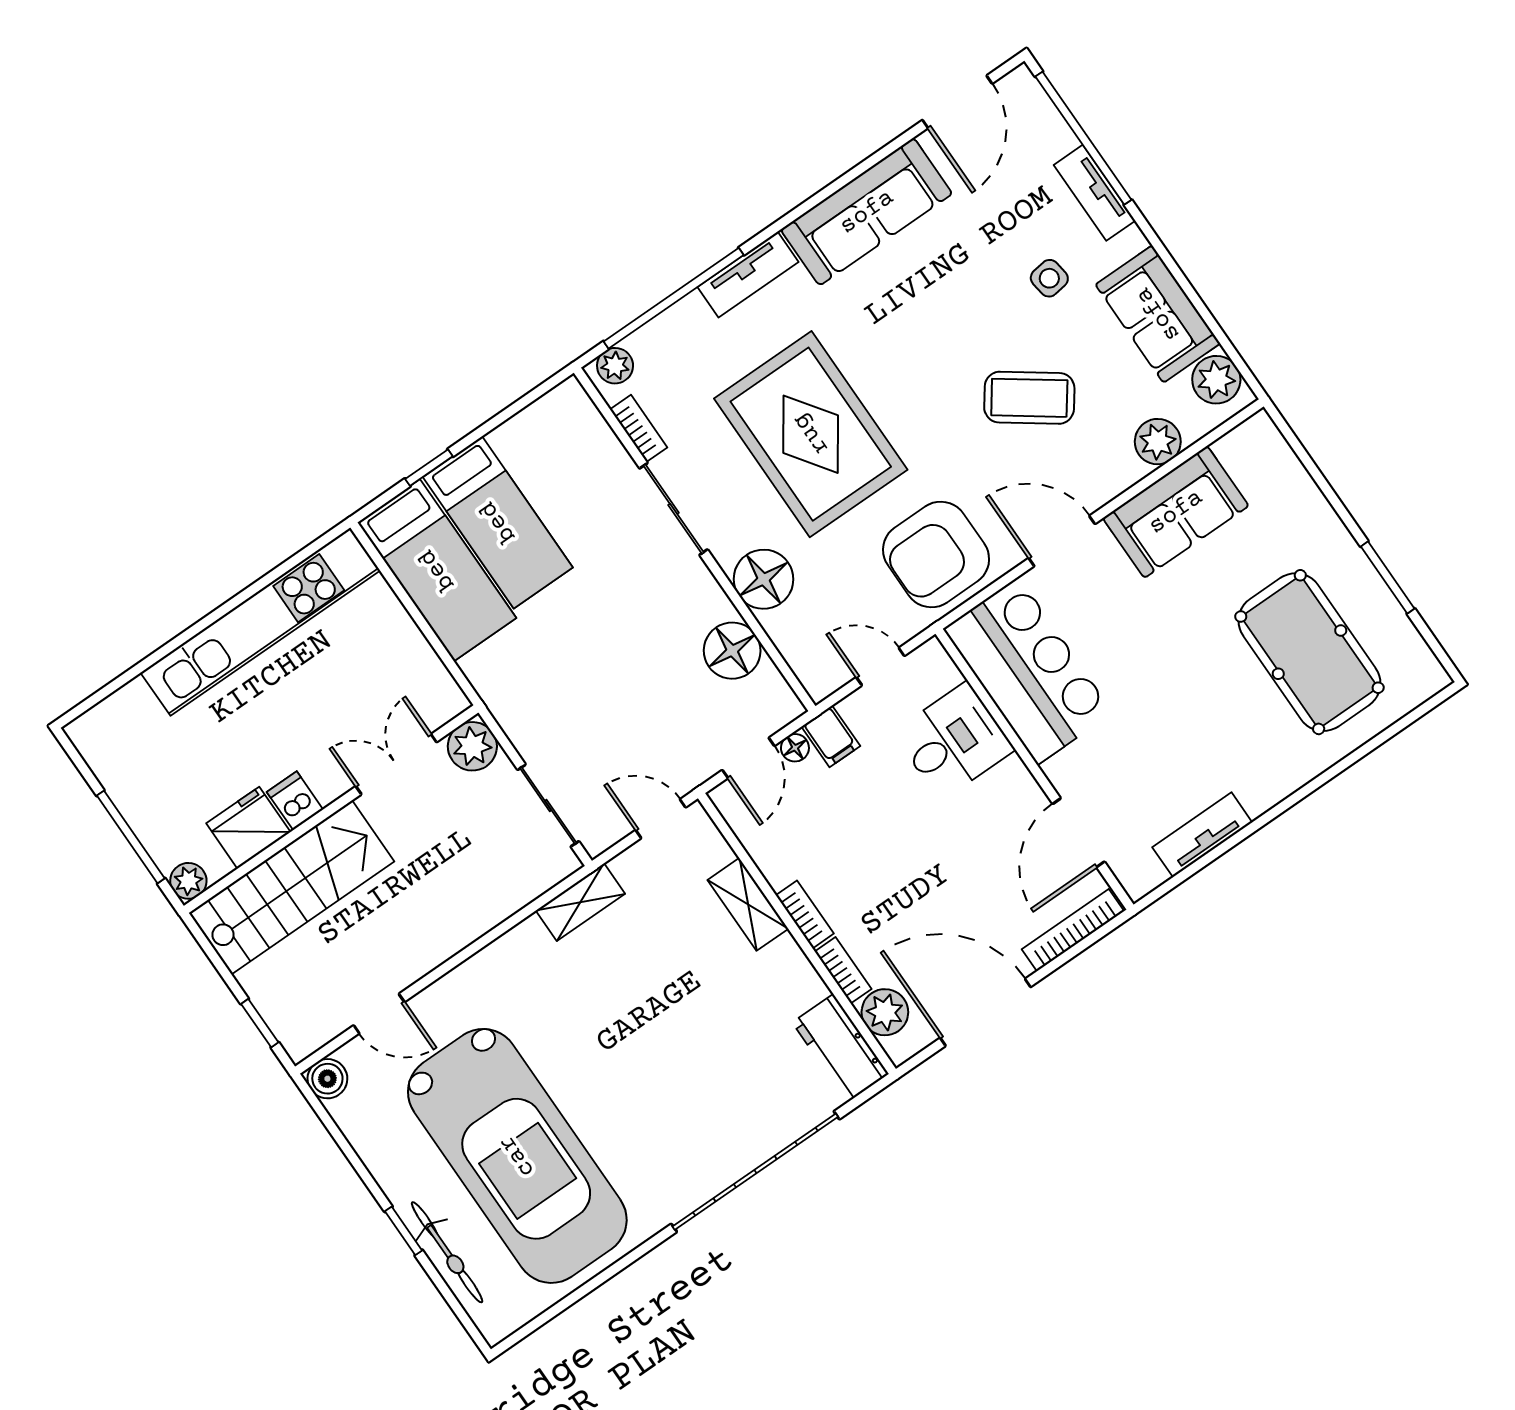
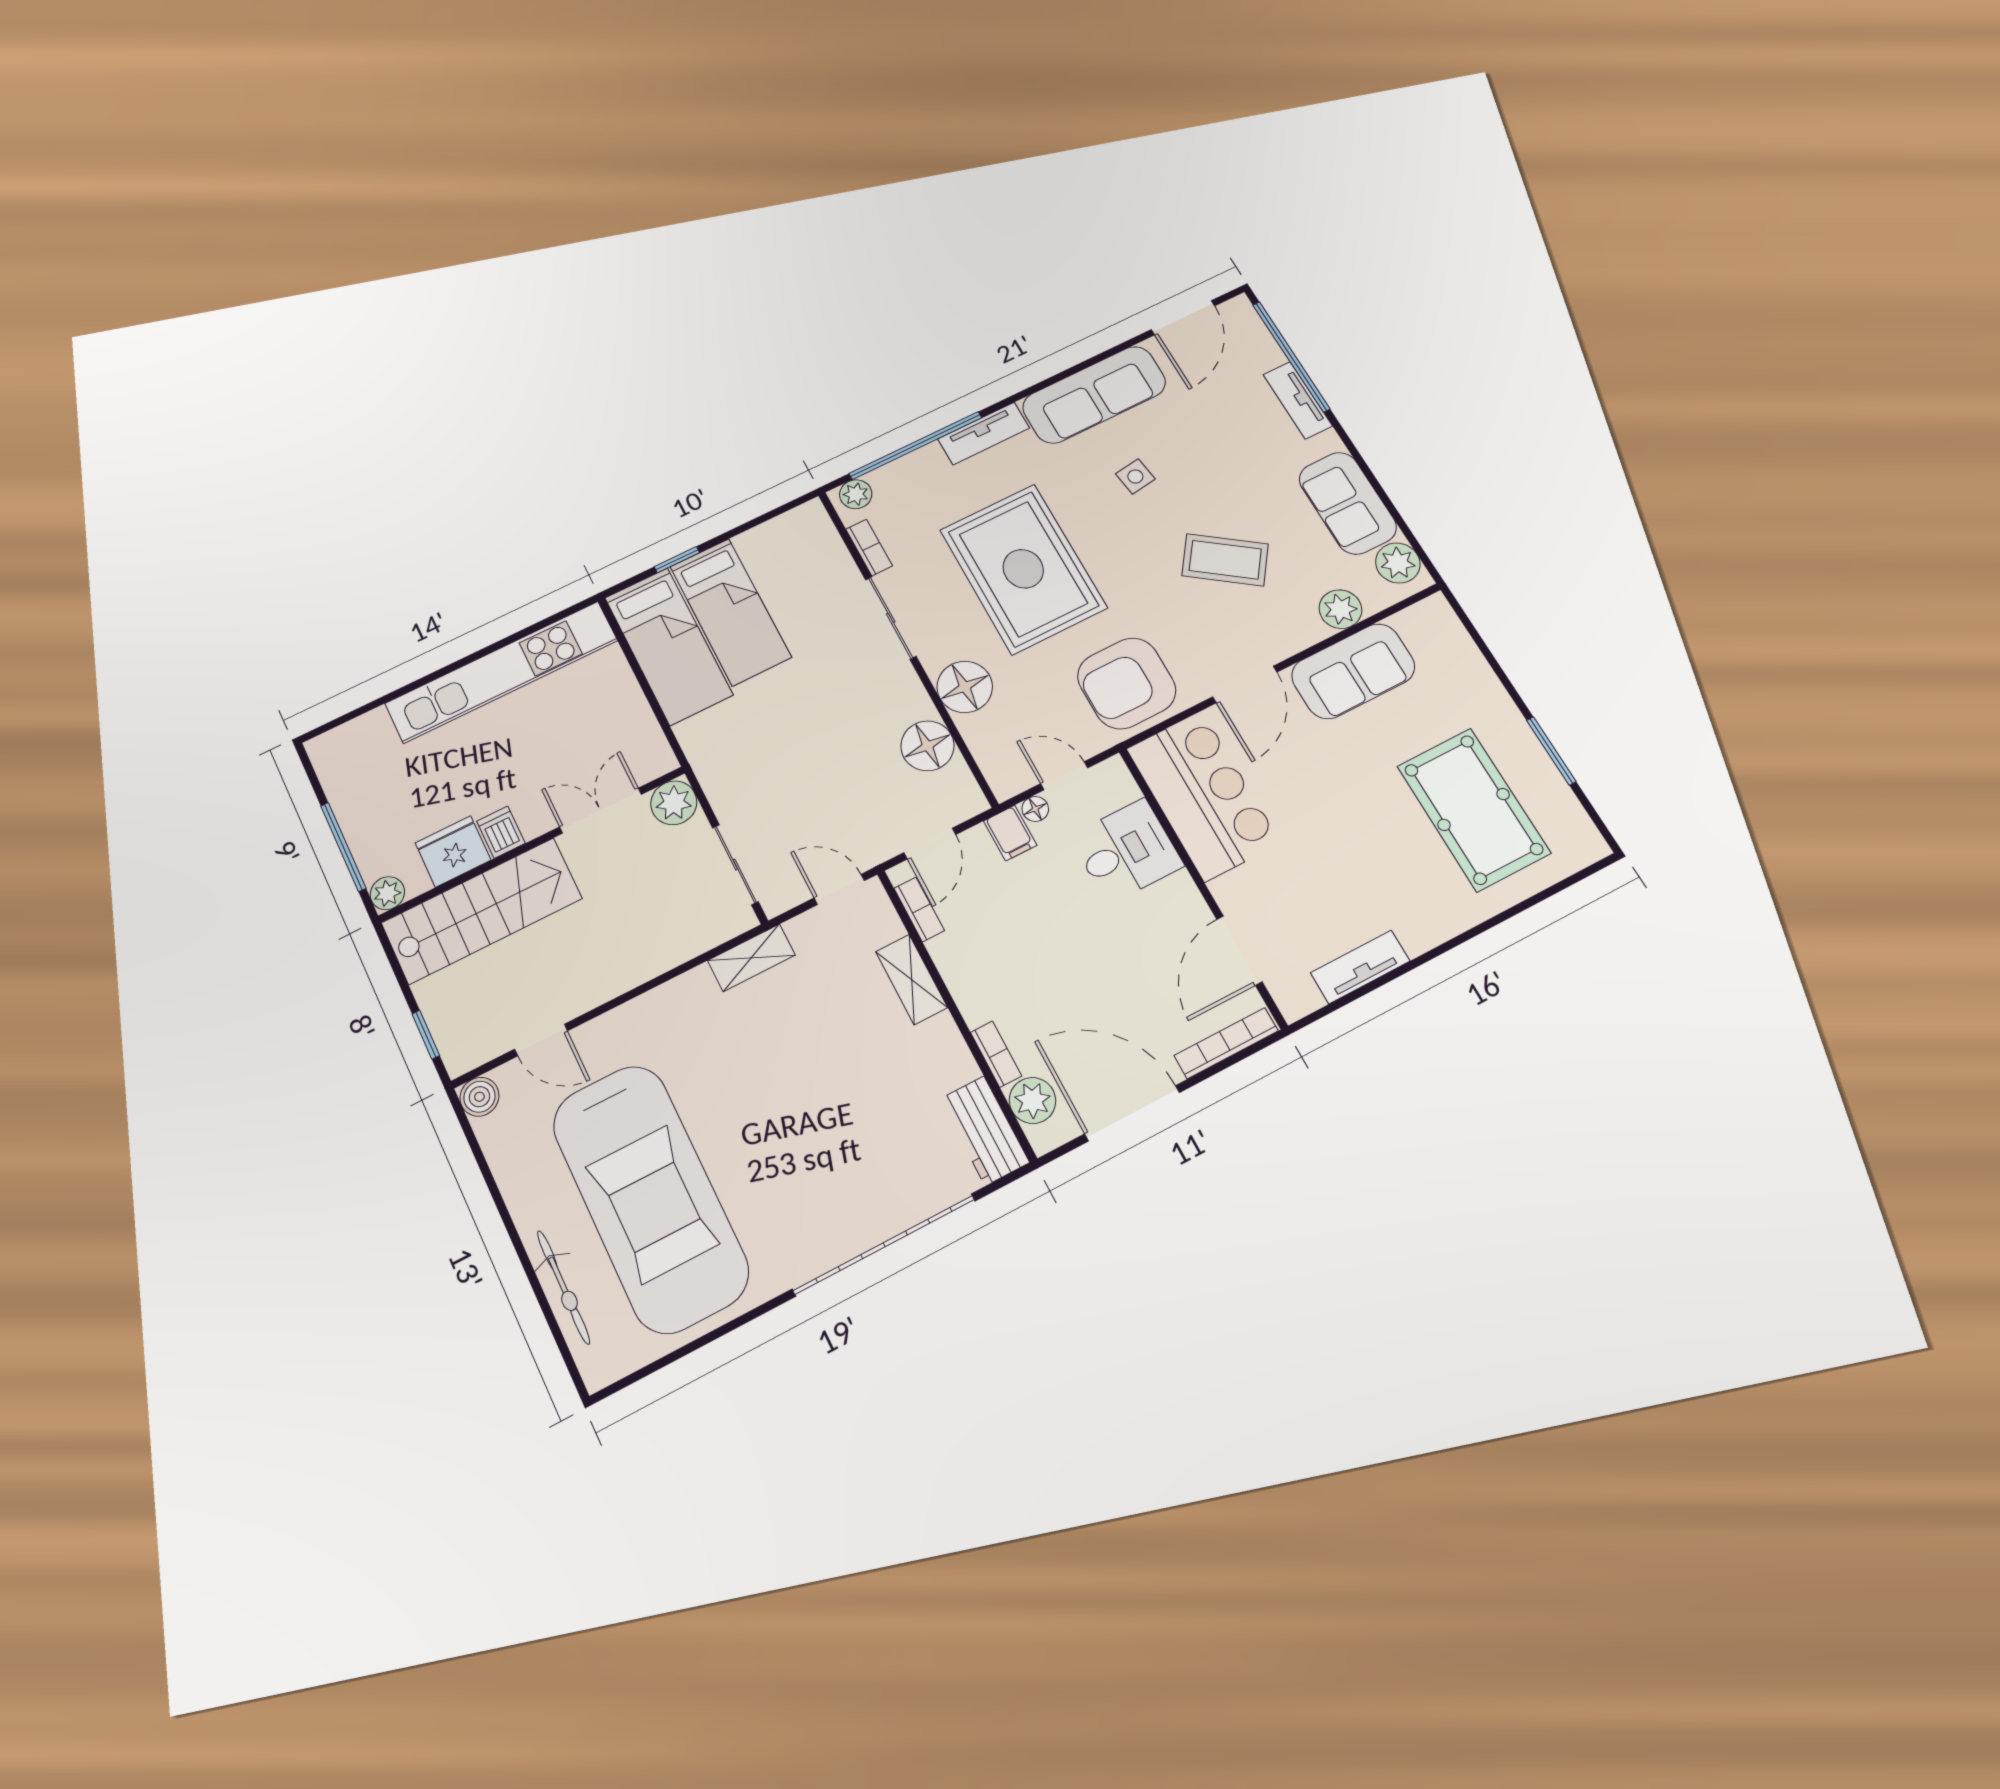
side table: (1049, 278) -> (1135, 476), moved
door: (1062, 541) -> (1245, 684), swing flipped
floor lamp: (795, 748) -> (1035, 809), moved
bookcase: (805, 914) -> (919, 909), moved
window: (404, 1231) -> (524, 1259), removed

